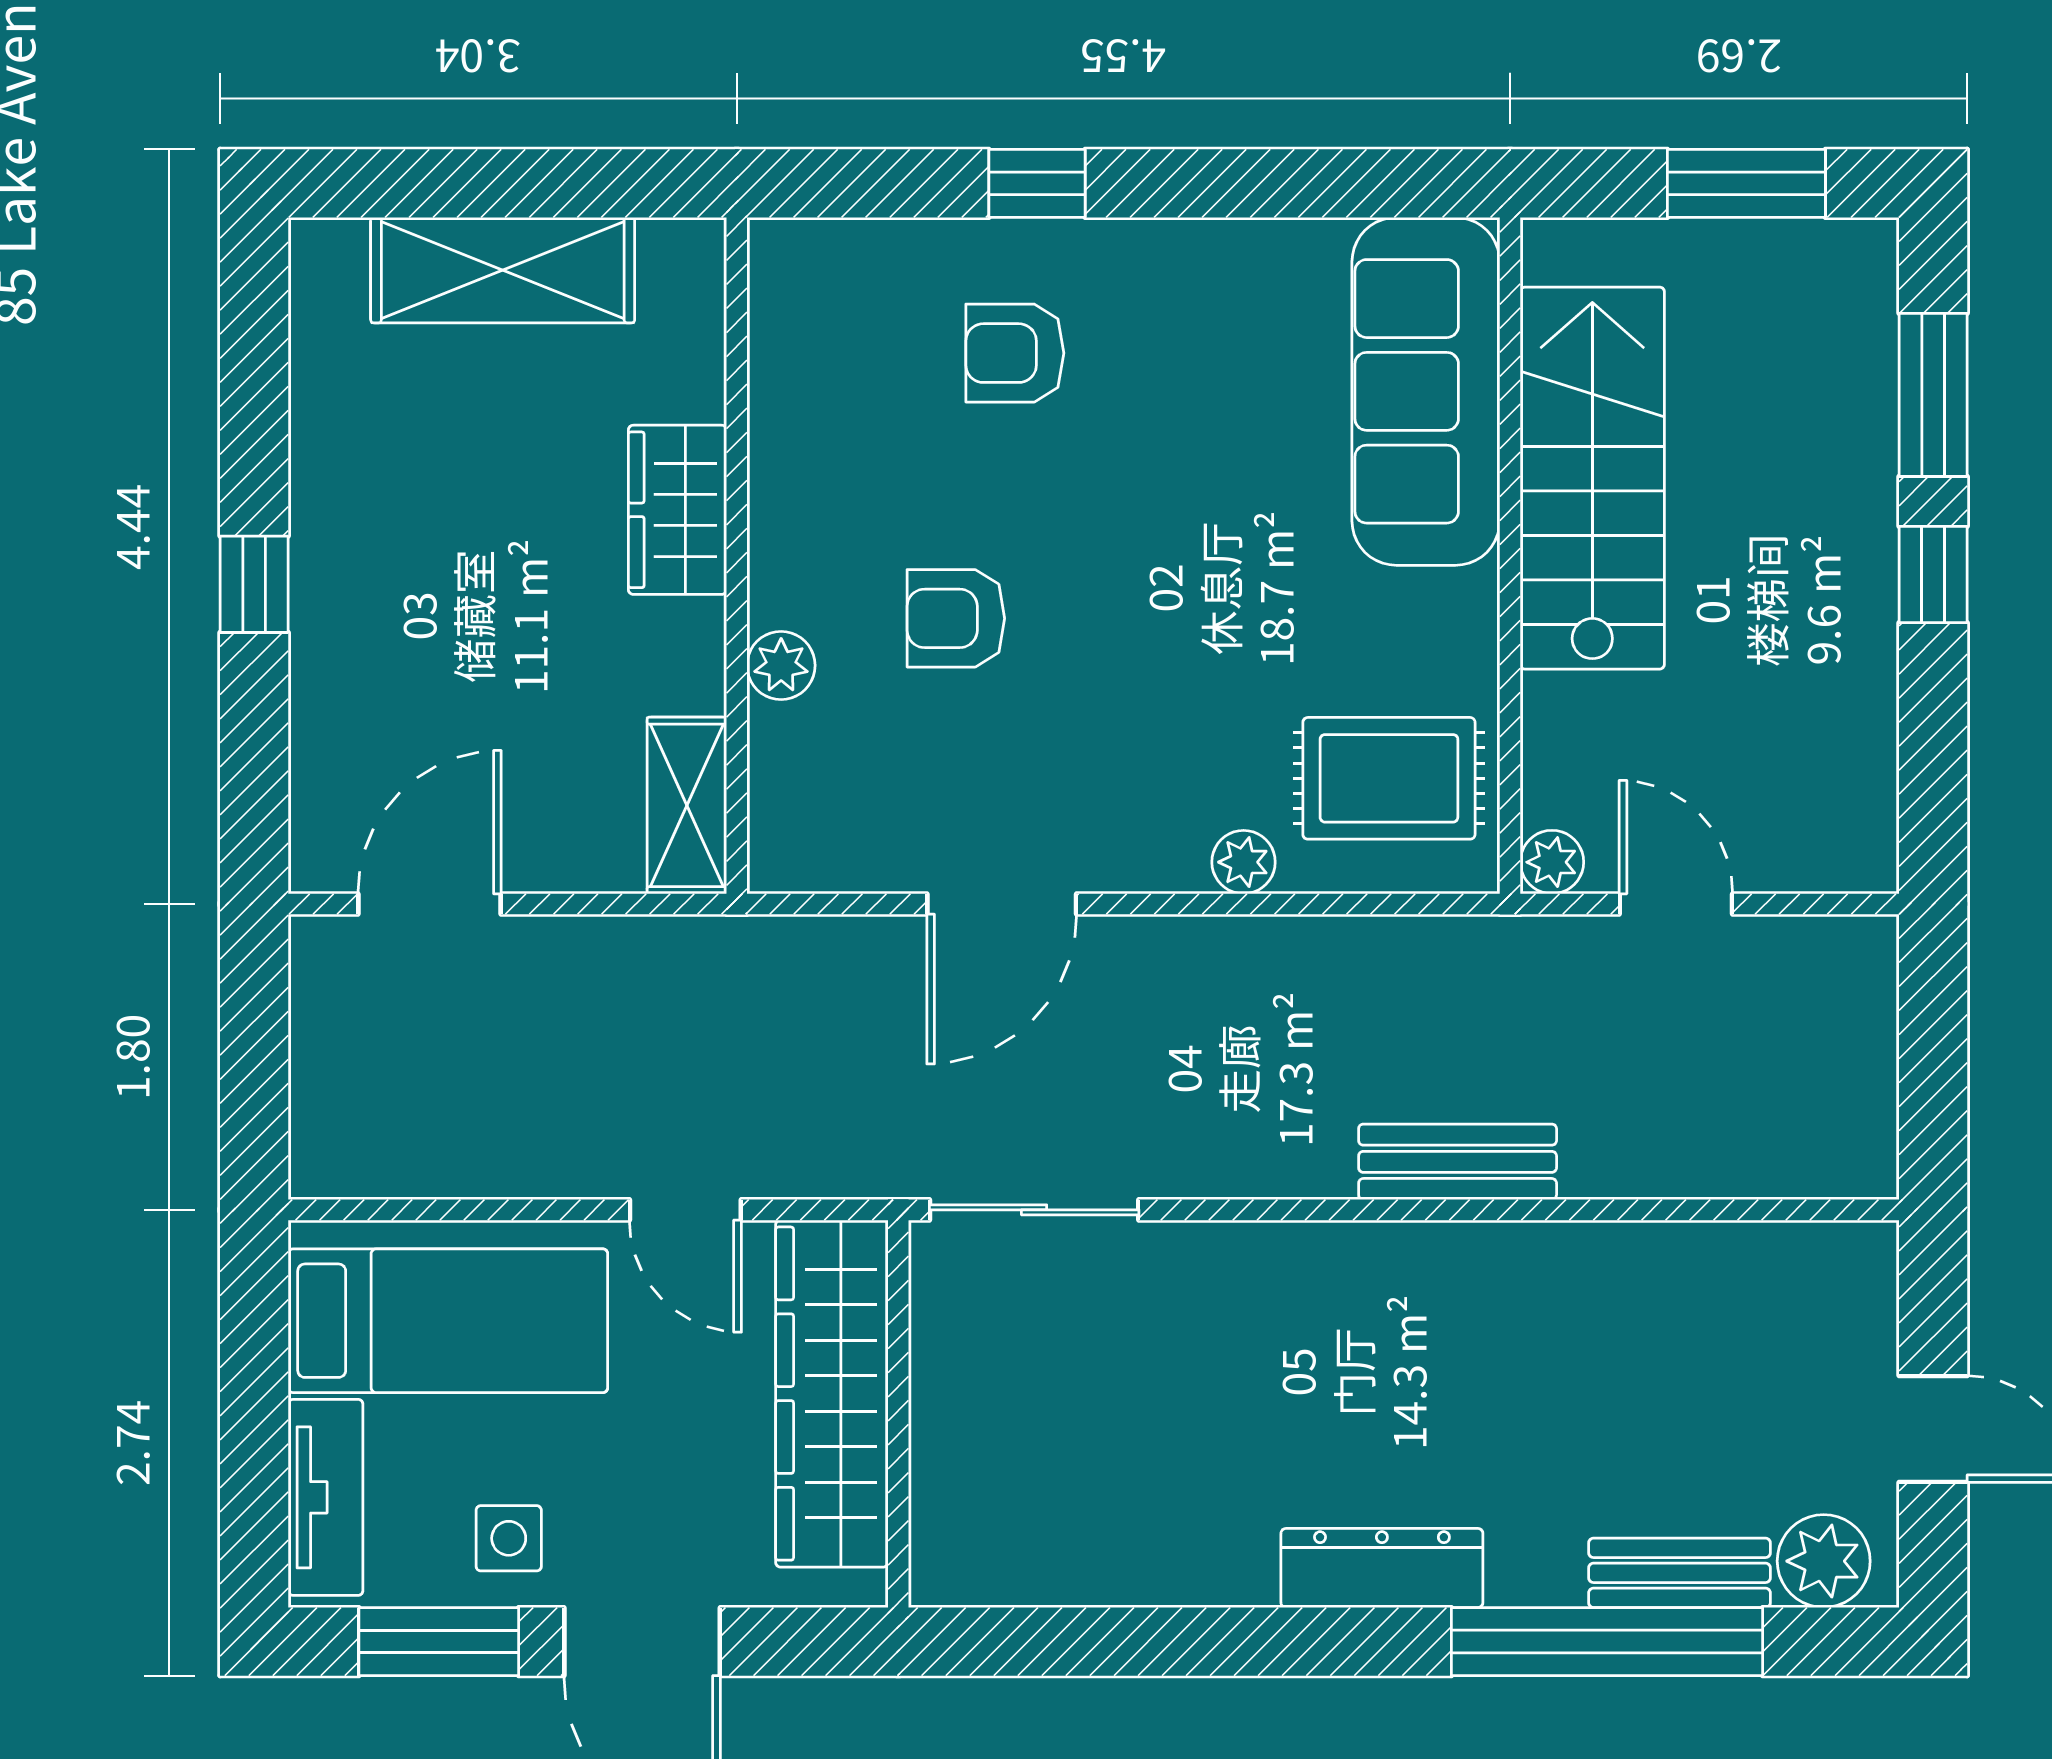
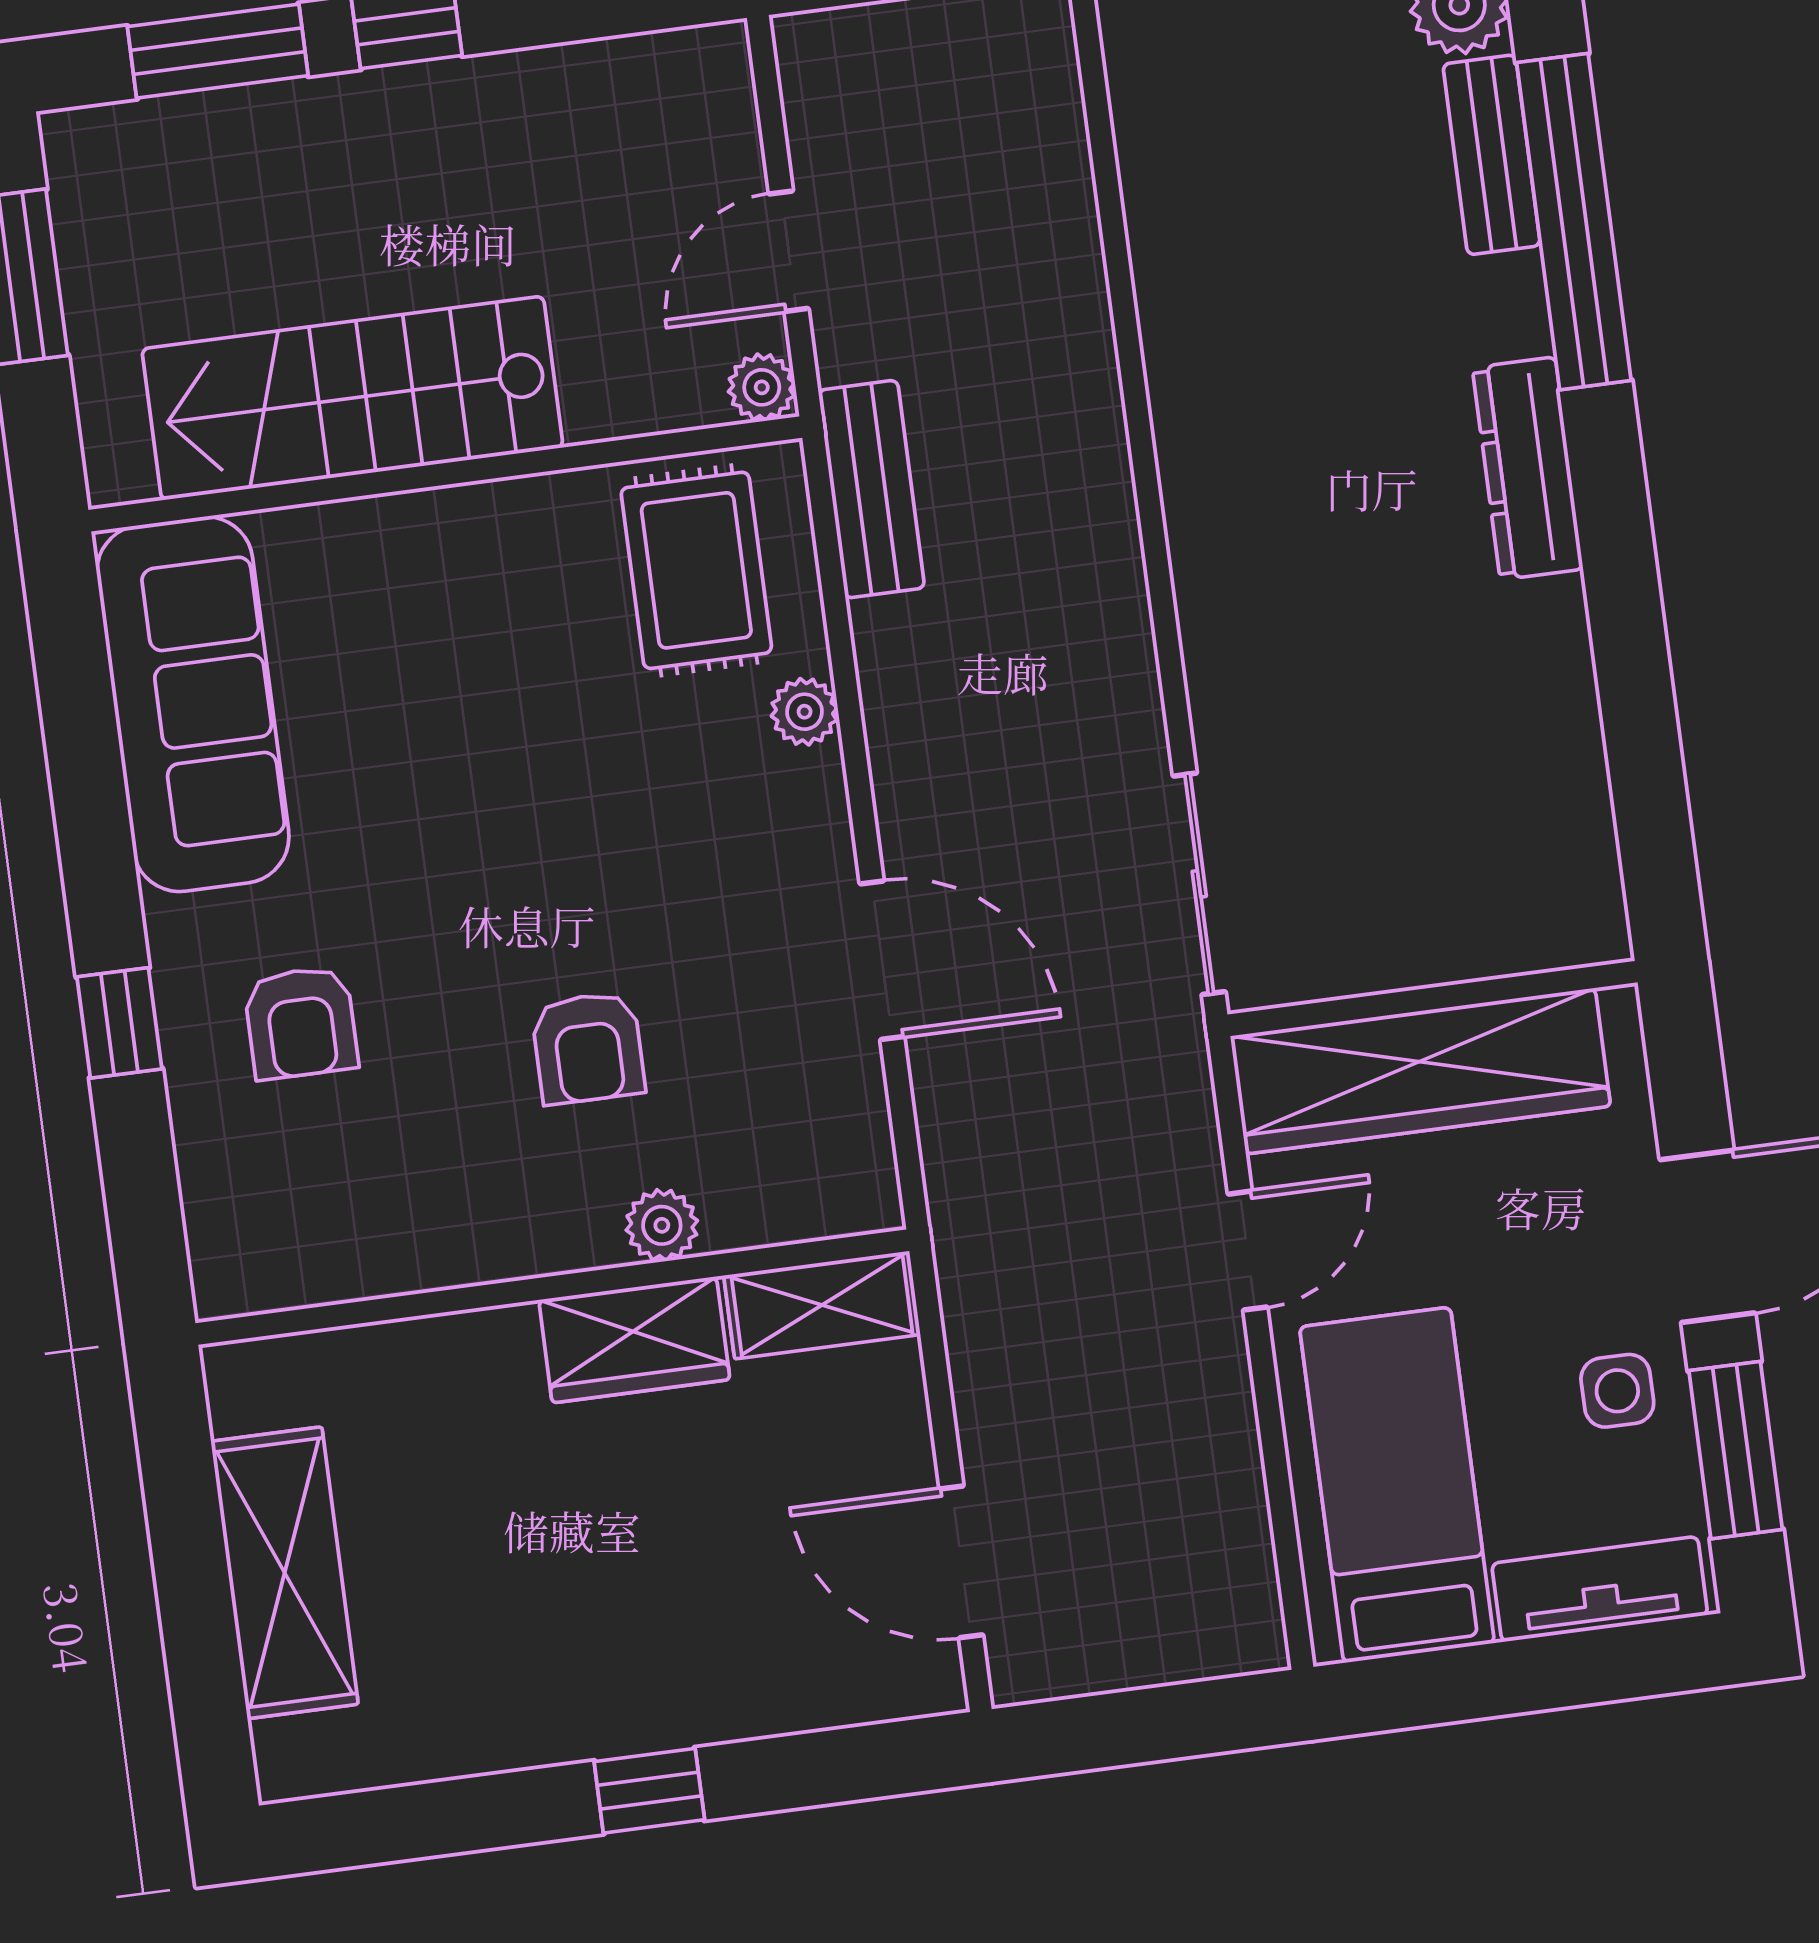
sofa: (1426, 391) -> (193, 704), moved, turned -90
wardrobe: (677, 510) -> (634, 1340), moved
bench: (1458, 1162) -> (871, 489), moved

